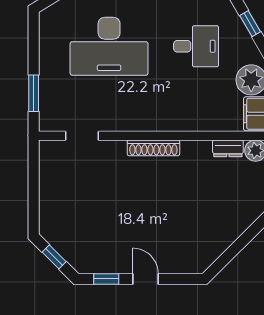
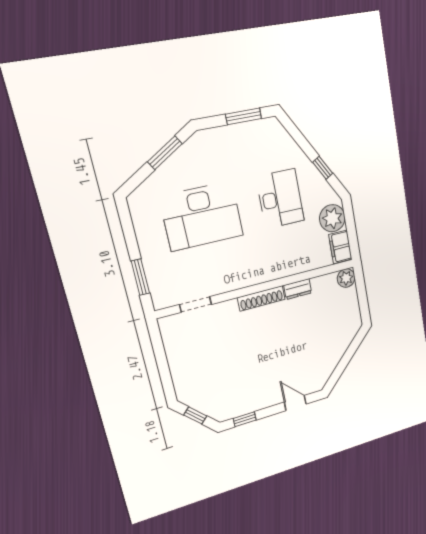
desk: (196, 46) -> (280, 199), width x1.37
dresser: (228, 148) -> (298, 289), moved
door: (146, 279) -> (295, 403), moved

